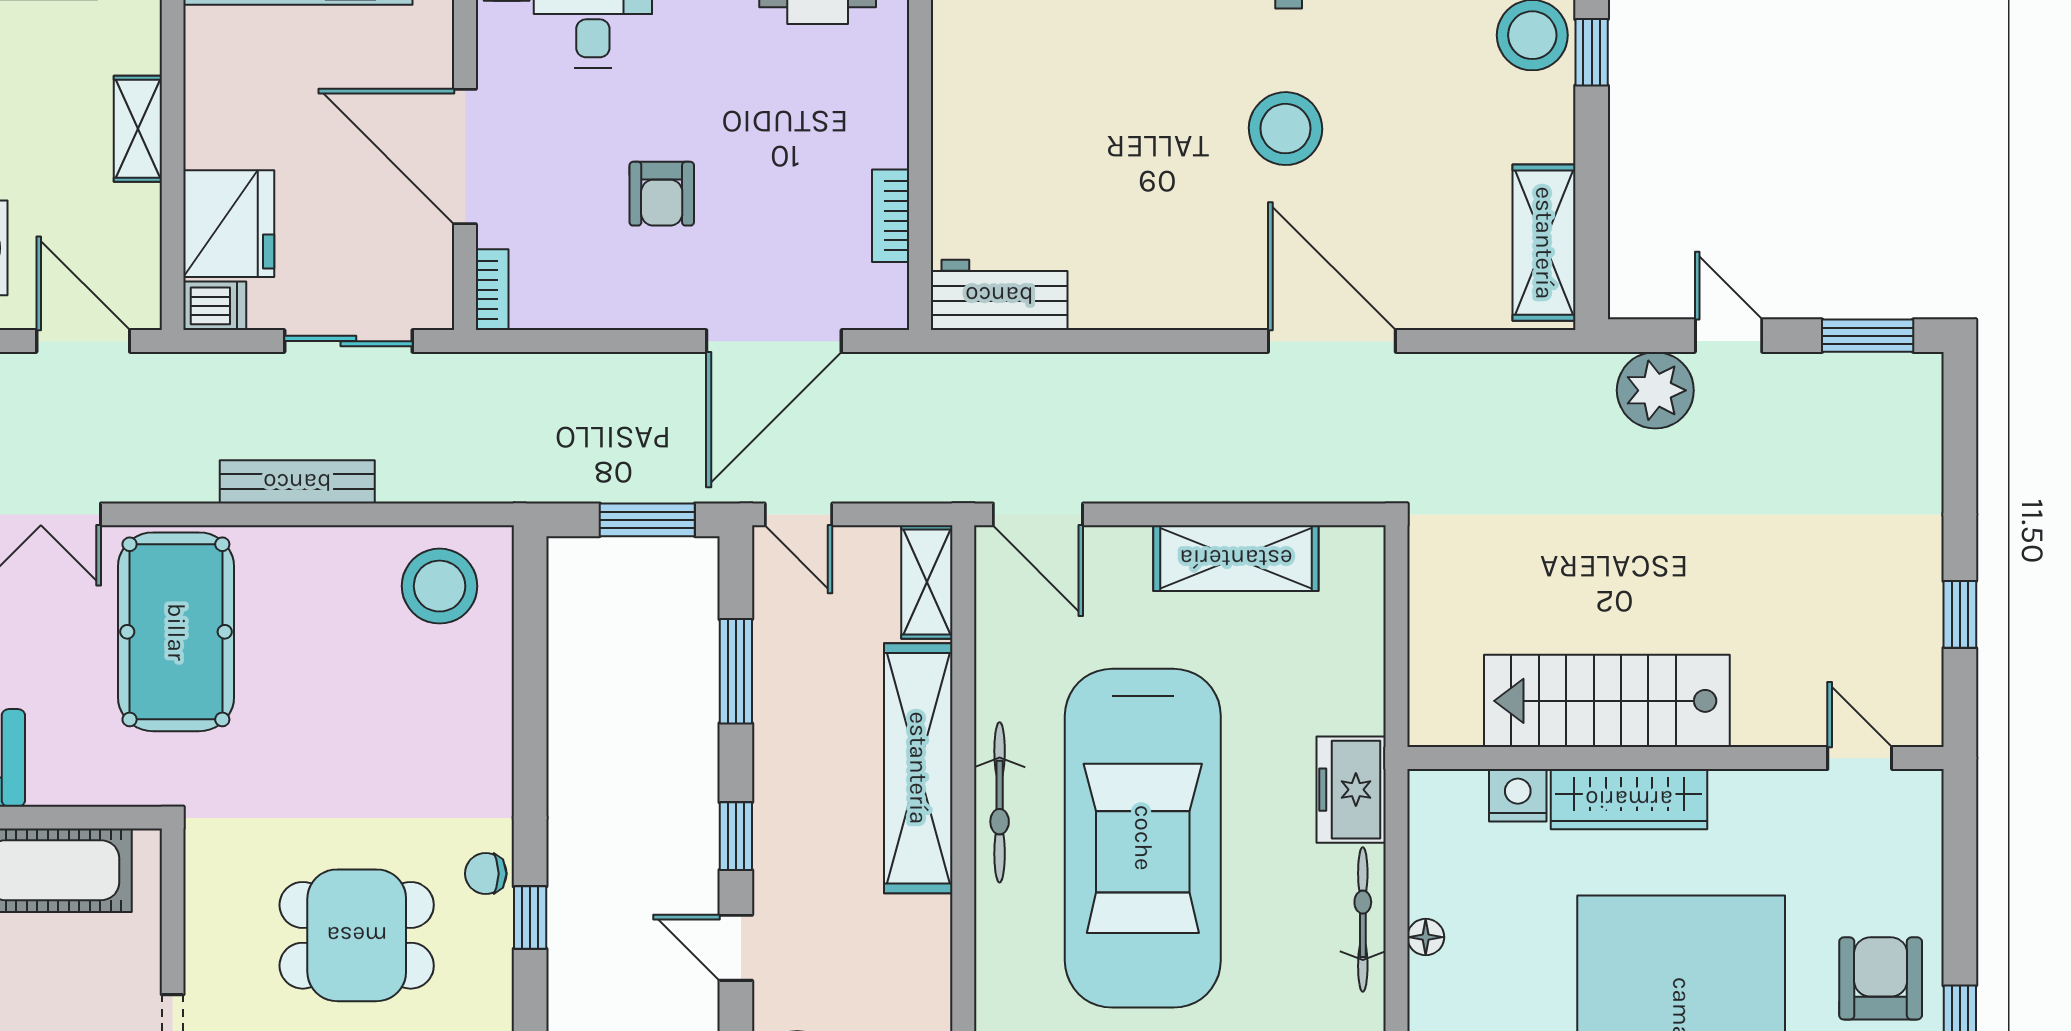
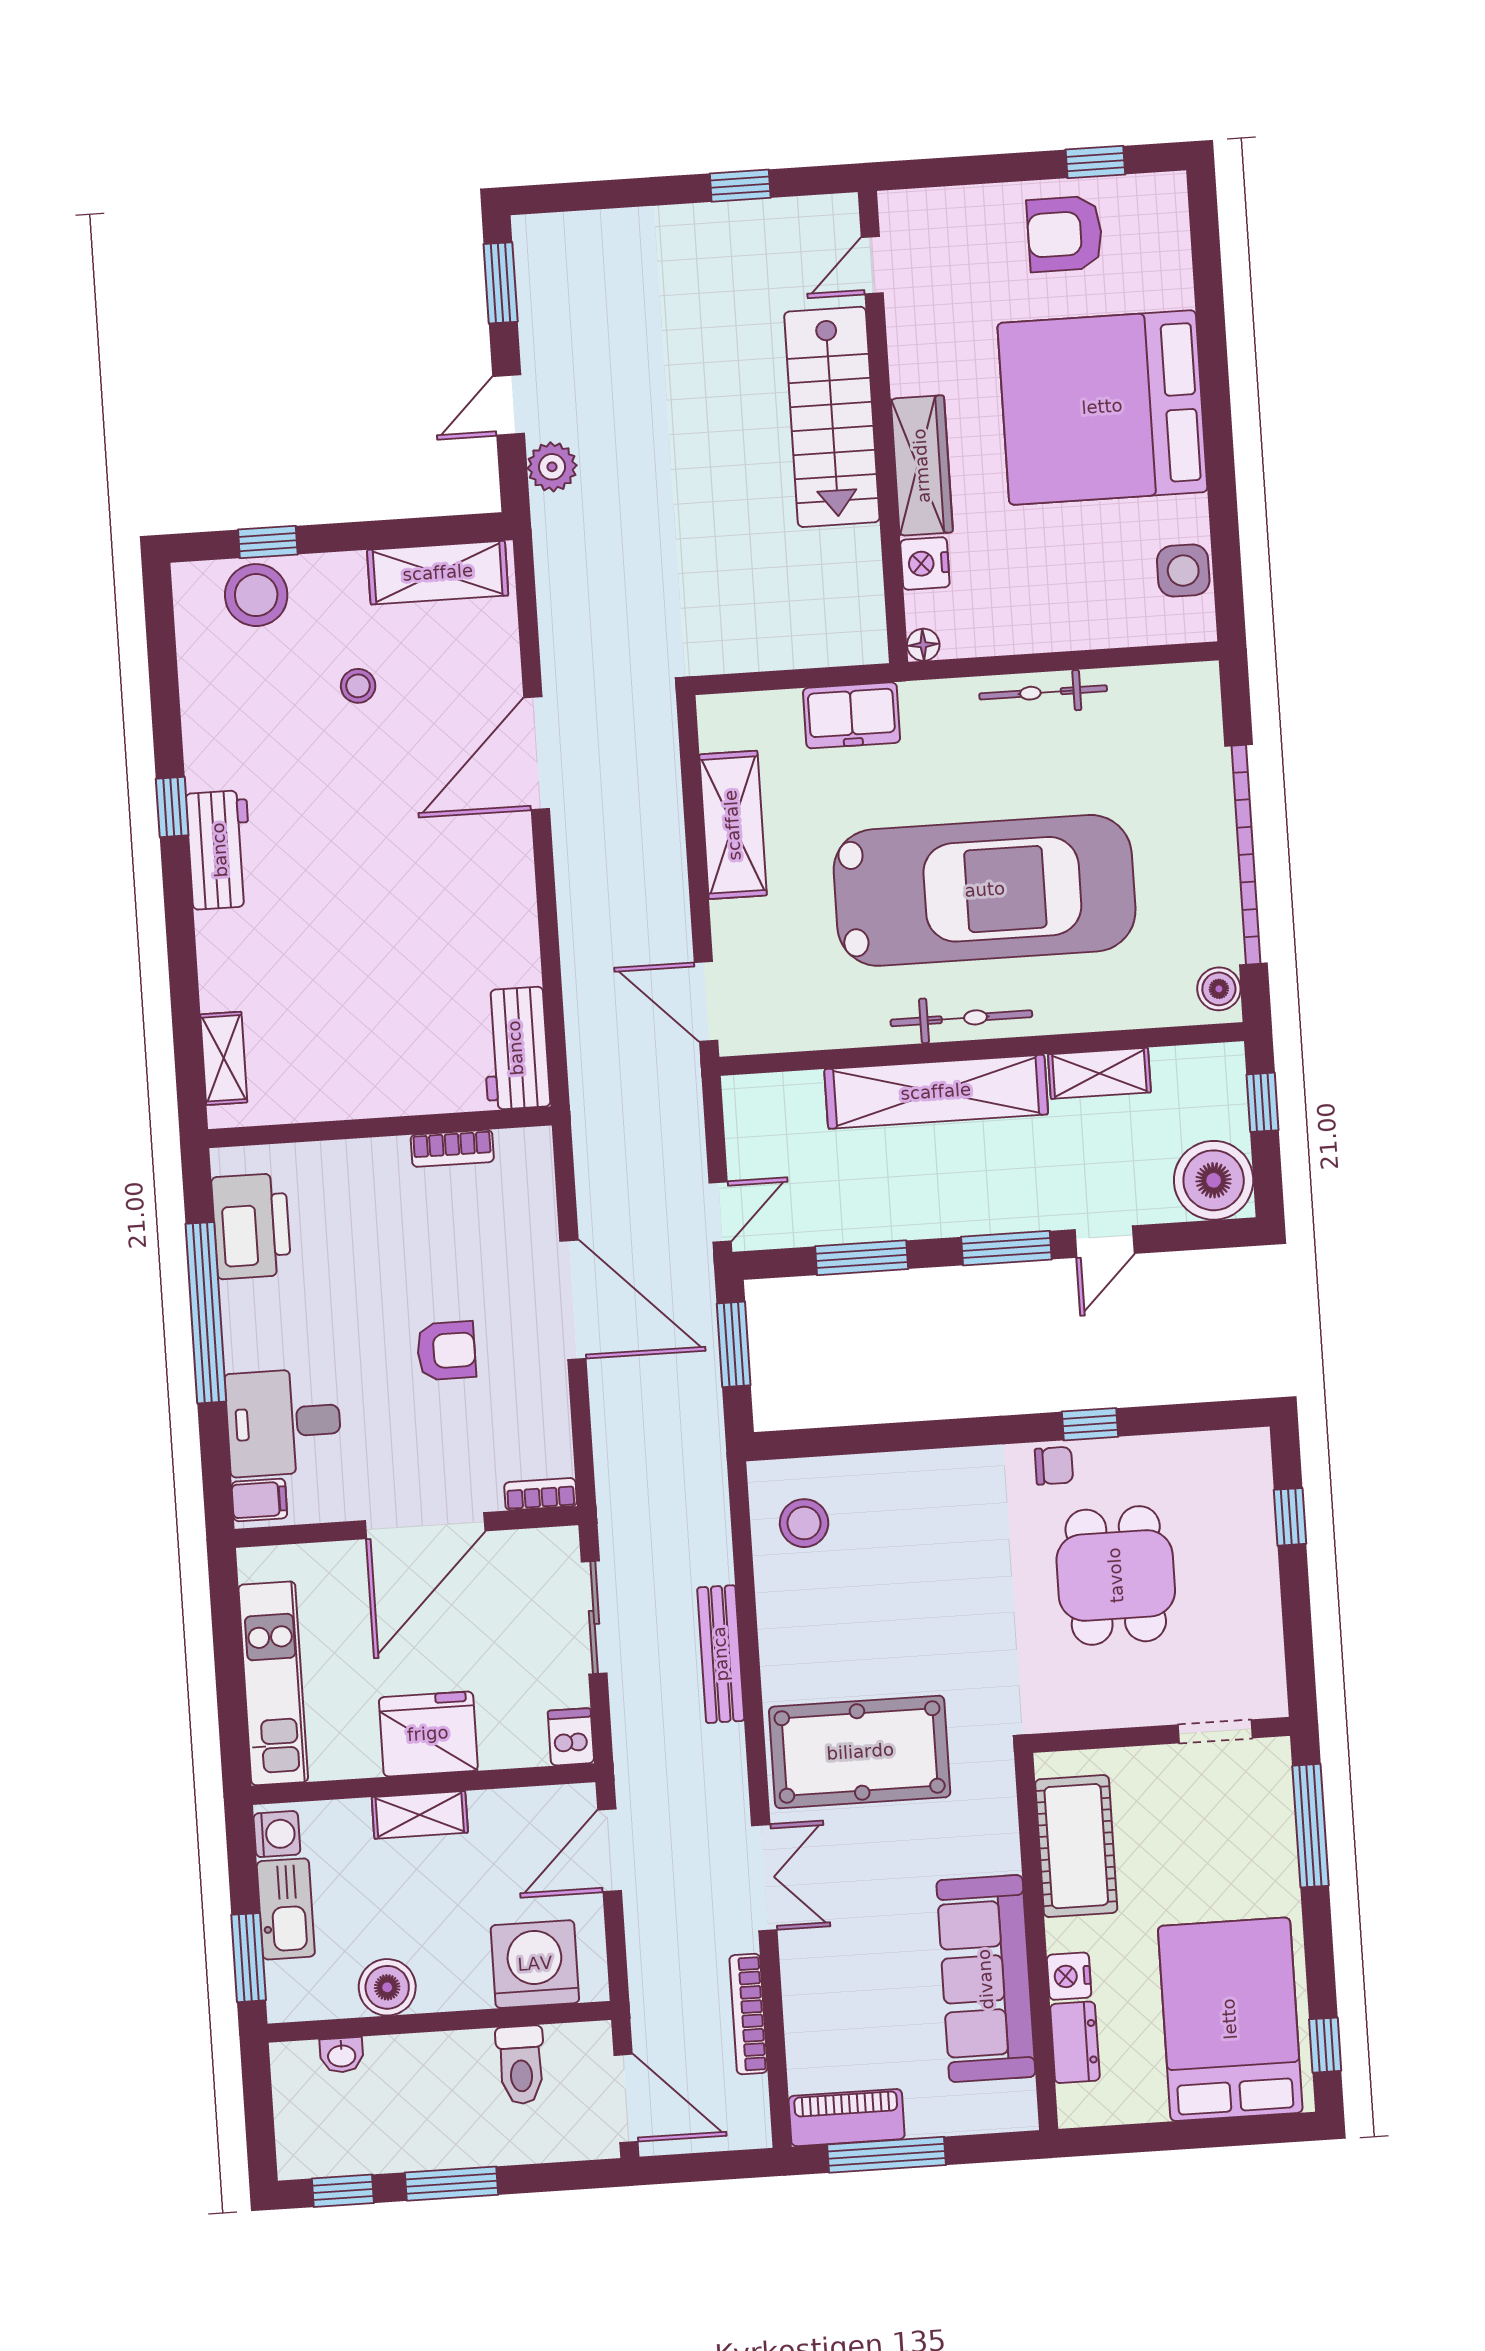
stool: (1285, 129) -> (358, 686), moved, width x0.53, depth x0.53
fridge: (229, 224) -> (428, 1734), moved
door: (774, 341) -> (573, 1300), moved
plant: (1655, 390) -> (552, 467), width x0.73, depth x0.73
door: (1038, 514) -> (706, 1001), swing flipped
shelving: (927, 582) -> (1099, 1073), moved
stool: (440, 586) -> (804, 1523), width x0.73, depth x0.73
stairs: (1607, 701) -> (832, 417), moved
freezer: (1351, 790) -> (852, 715), moved
window: (736, 836) -> (1006, 1248), width x1.50
chair: (486, 874) -> (1054, 1466), turned -90
floor lamp: (1426, 937) -> (923, 645), moved

